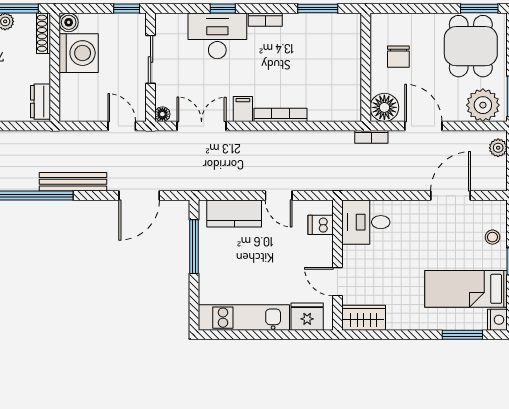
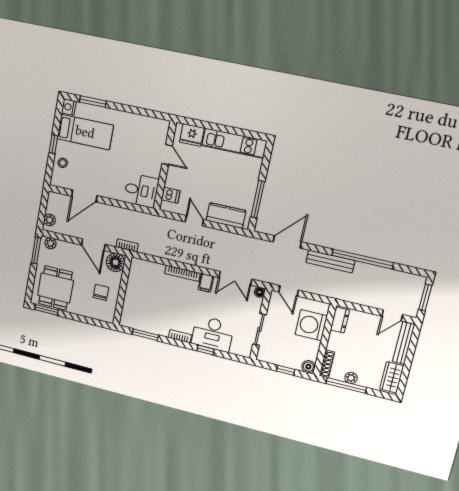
window: (127, 9) -> (286, 370), moved
washing machine: (79, 53) -> (311, 325), moved
plant: (483, 105) -> (50, 243), width x0.53, depth x0.53
wardrobe: (364, 318) -> (155, 126), removed

